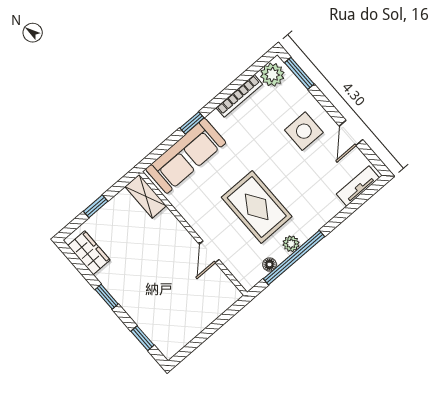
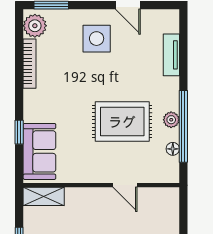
window: (192, 123) -> (19, 132), moved
sofa: (186, 156) -> (39, 151), width x0.73
tv unit: (358, 186) -> (171, 55), moved

